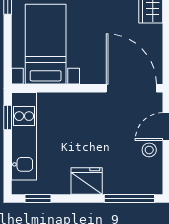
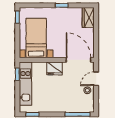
fridge: (87, 181) -> (55, 68), moved, turned 180

